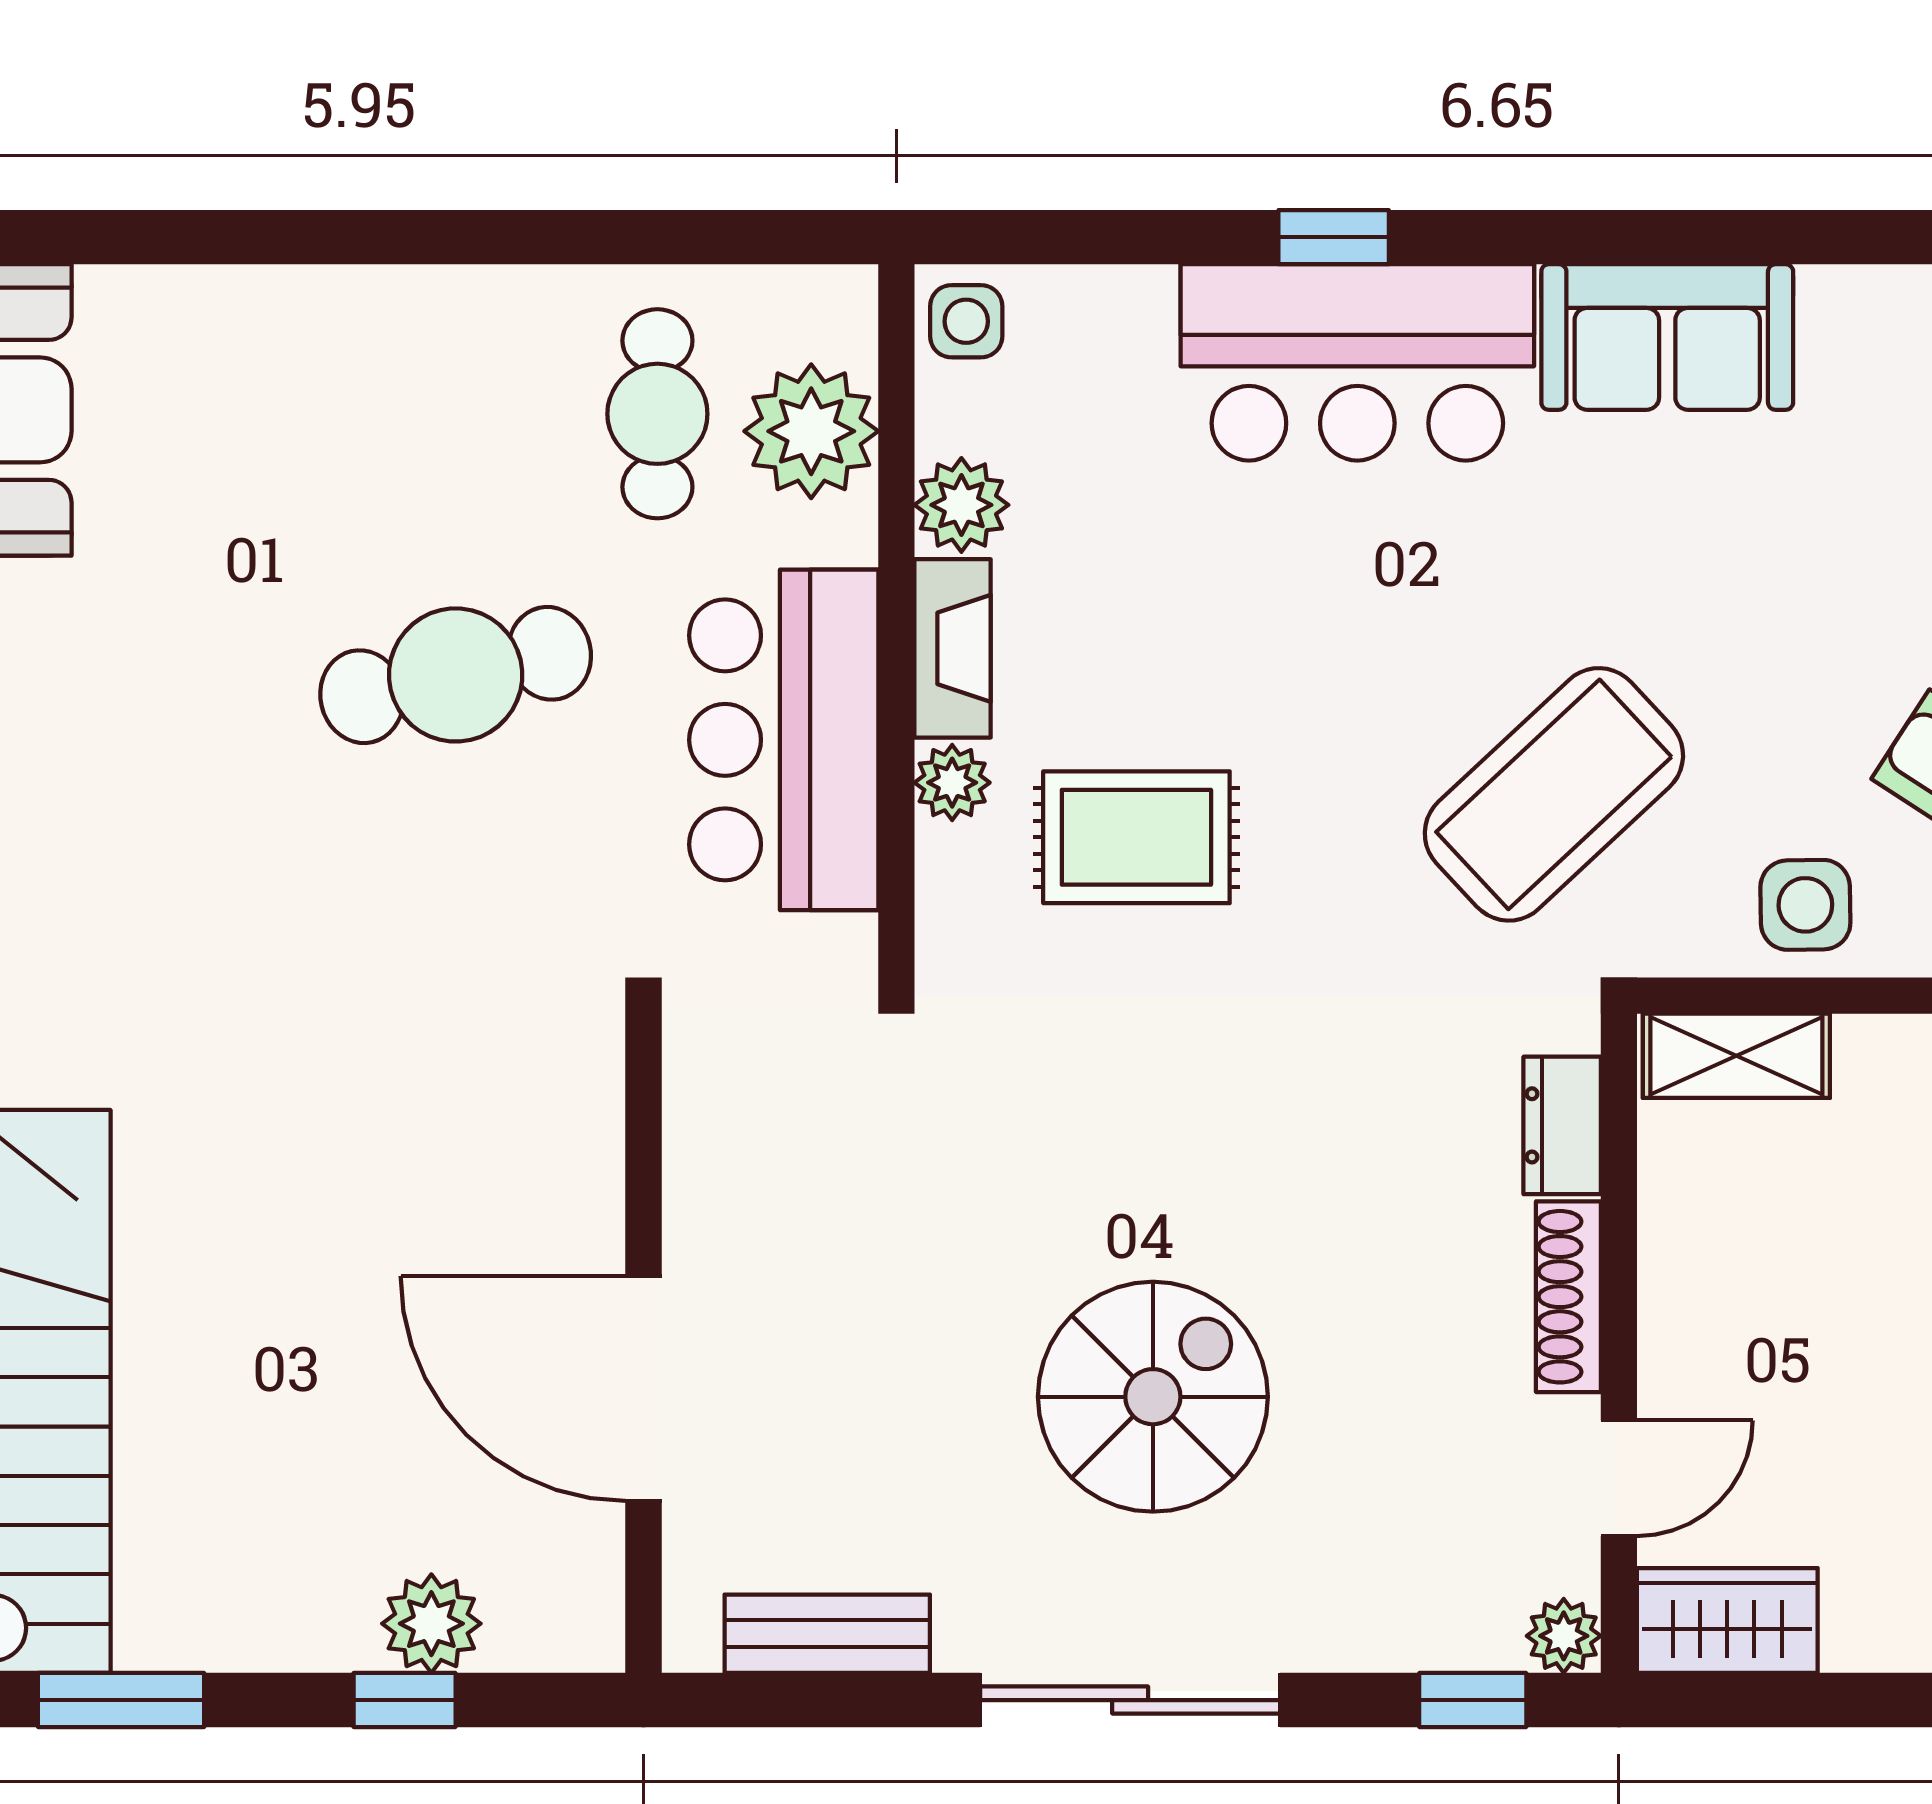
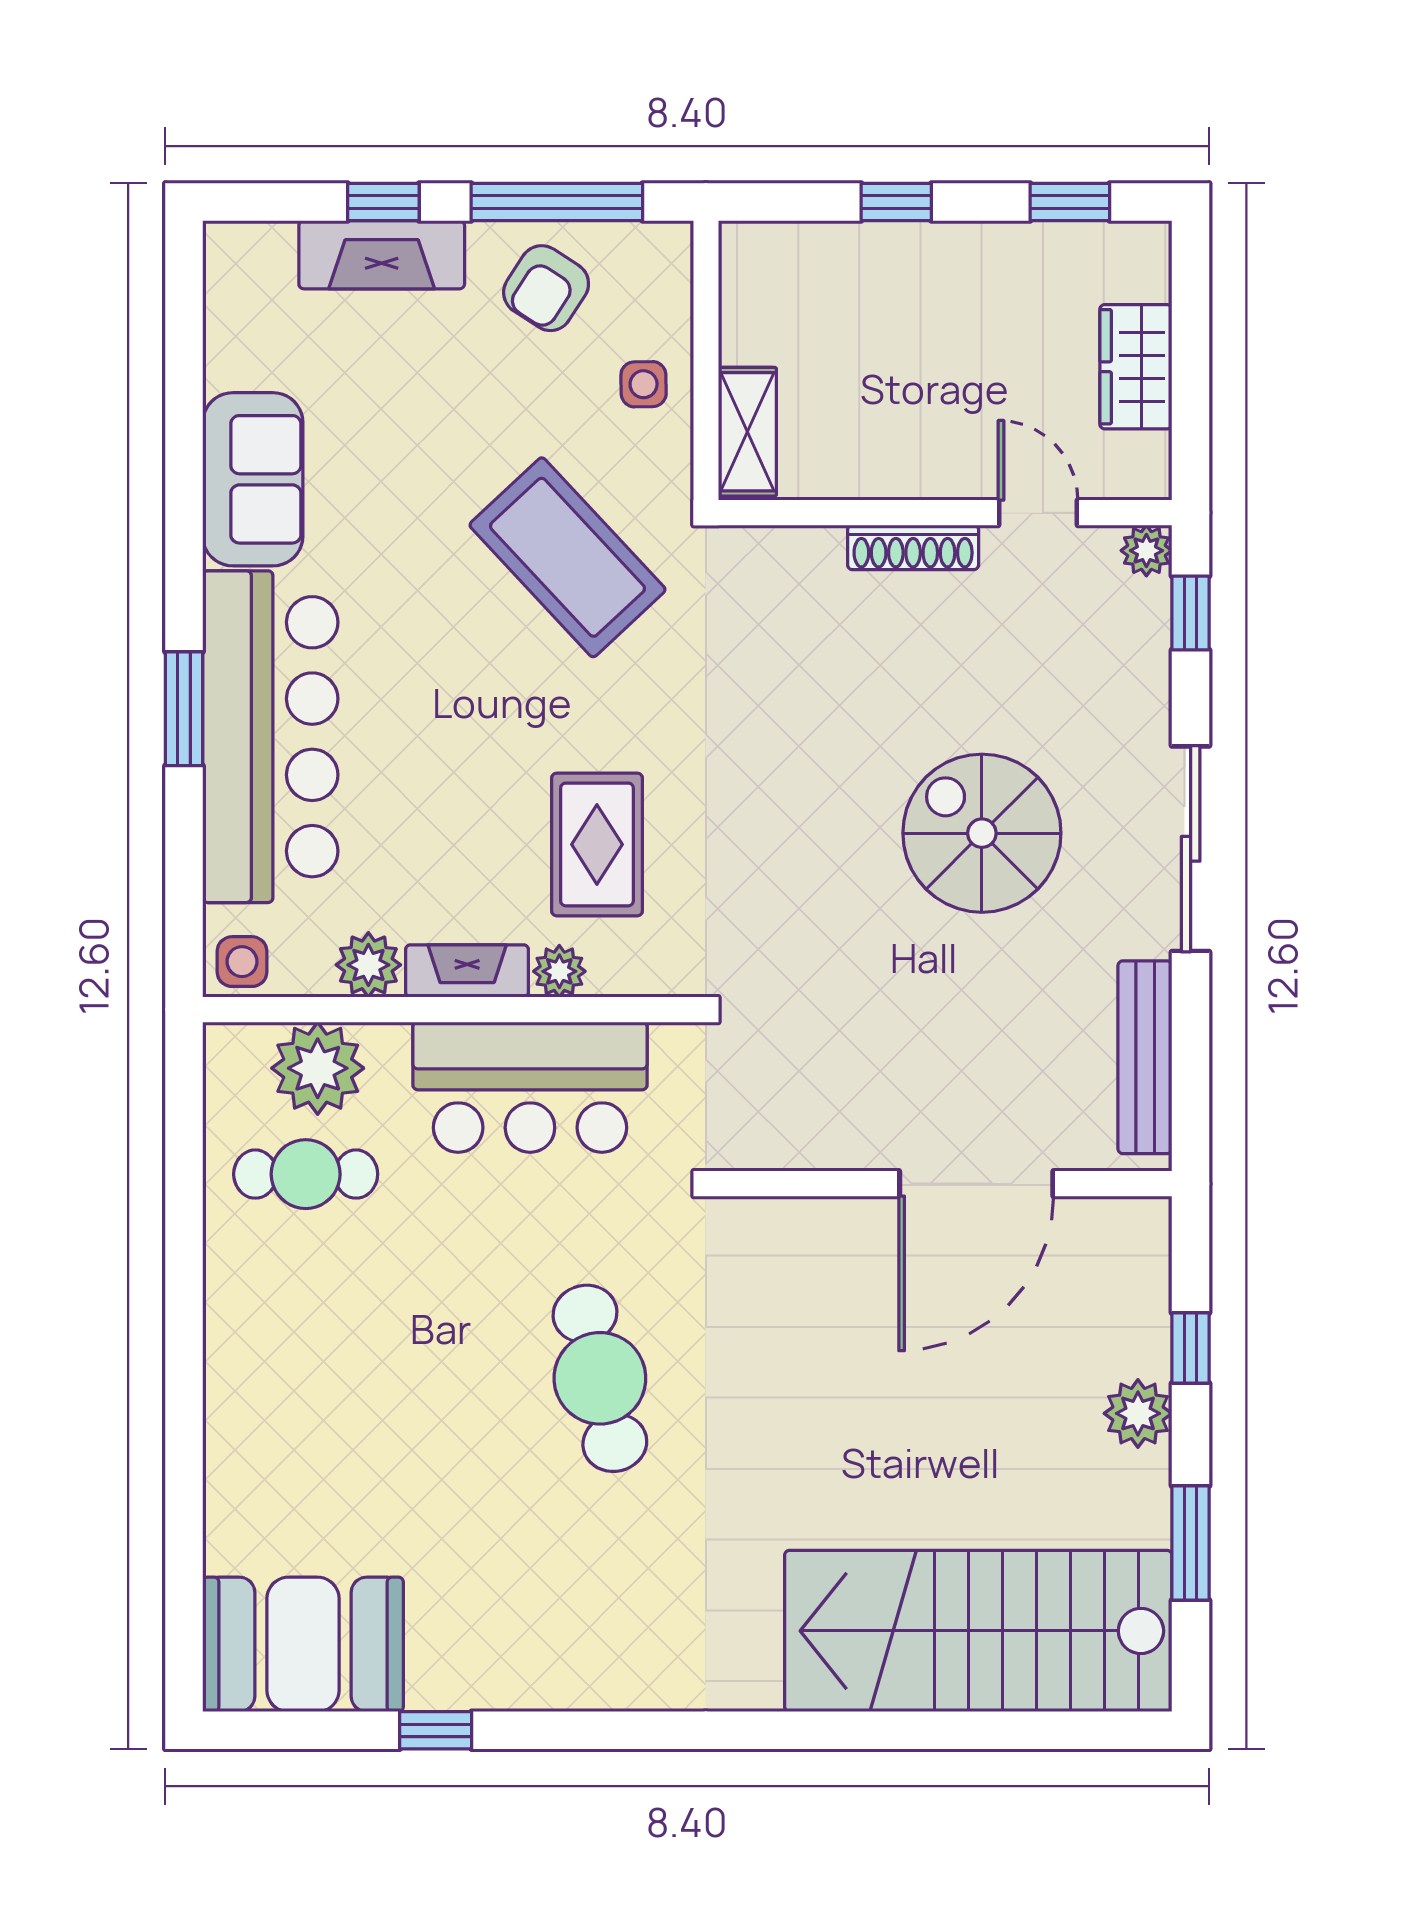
window: (1334, 237) -> (184, 709), width x1.50
bar counter: (1357, 362) -> (270, 737), width x1.36
cafe table: (456, 675) -> (600, 1378), moved
side table: (1805, 905) -> (644, 384), width x0.73, depth x0.73
dresser: (1562, 1125) -> (795, 552), removed
wardrobe: (1727, 1620) -> (1136, 367), moved
plant: (431, 1624) -> (1138, 1413), moved
bench: (827, 1634) -> (1145, 1057), width x1.36

